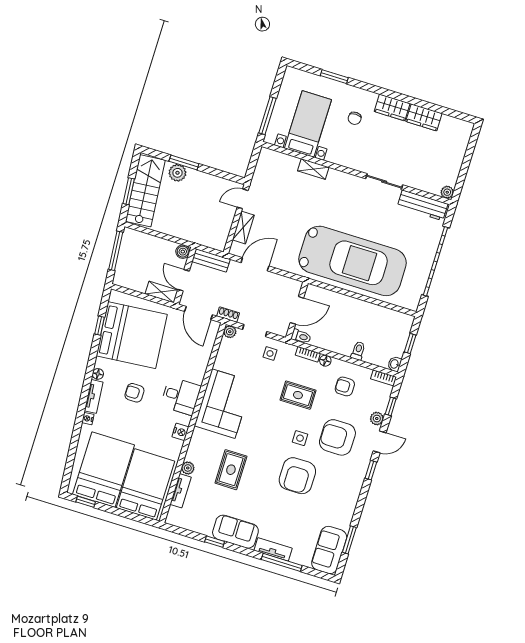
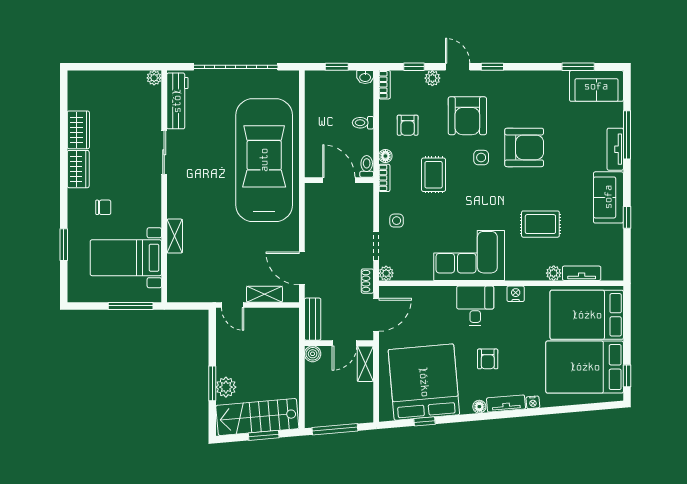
door: (297, 310) -> (339, 180), moved
wall: (297, 310) -> (339, 180), moved
toilet: (301, 336) -> (367, 166), moved

